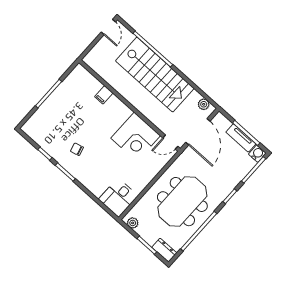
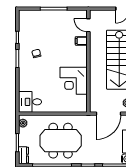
door: (170, 142) -> (88, 25), moved

